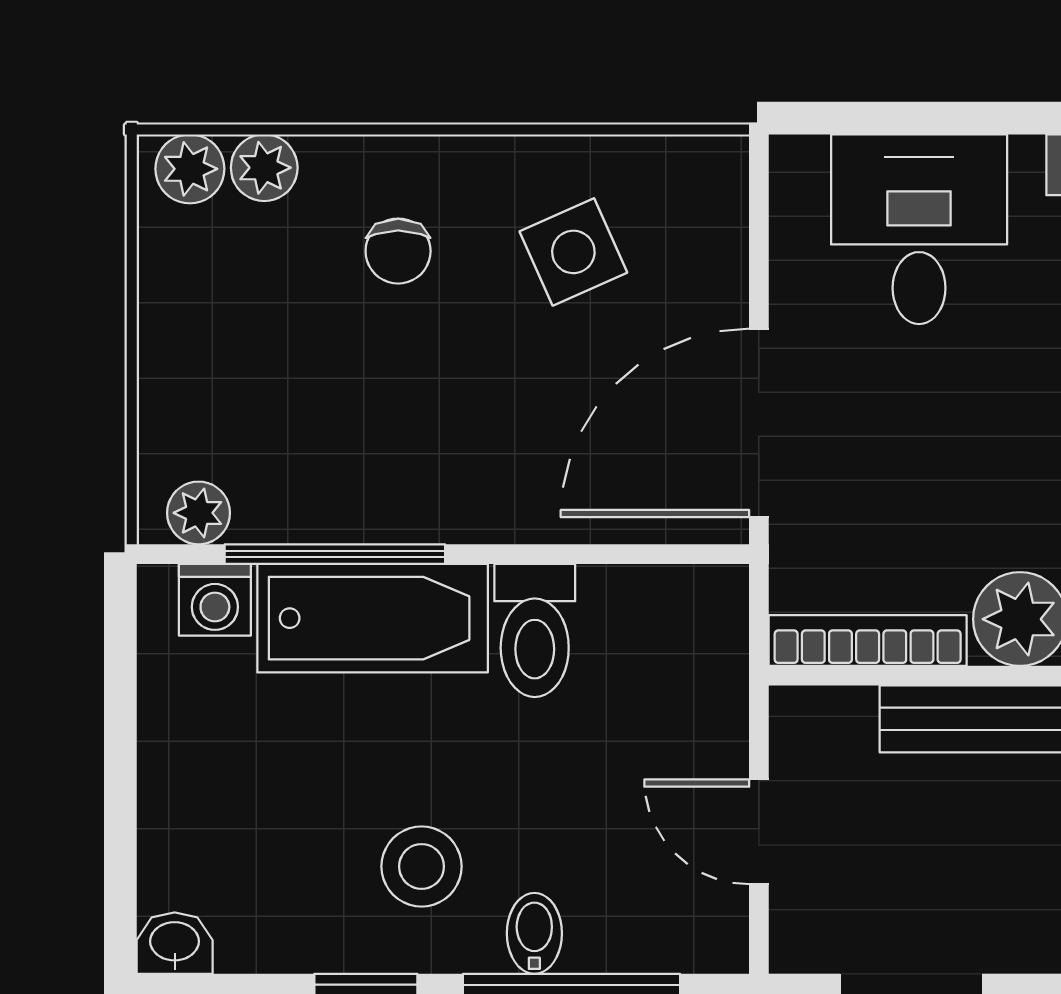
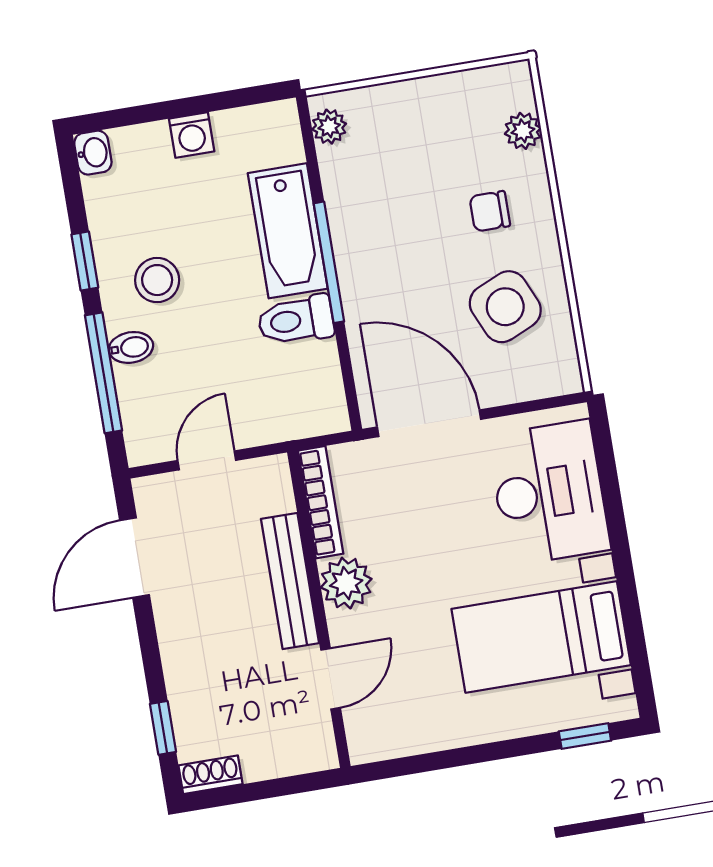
plant: (190, 169) -> (516, 91), removed
desk: (919, 229) -> (549, 493), width x1.37
side table: (573, 252) -> (505, 307), width x1.37, depth x1.37
window: (335, 554) -> (329, 262), moved
washing machine: (215, 600) -> (192, 135), moved, turned -90

